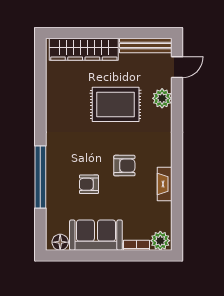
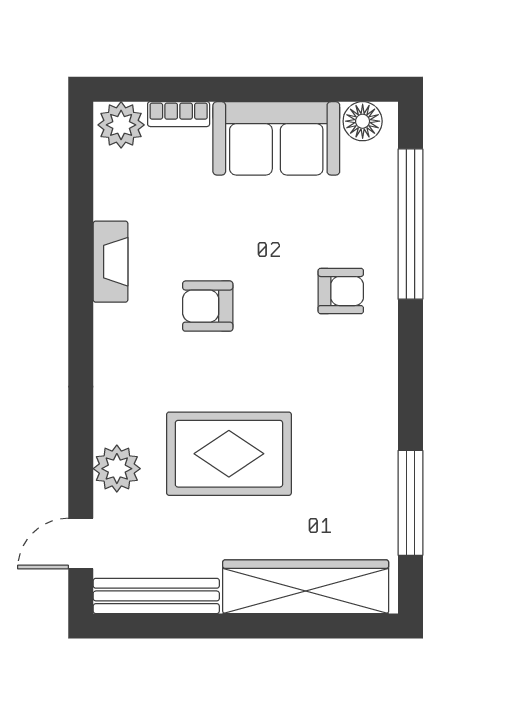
window: (40, 84) -> (410, 503), added
window: (40, 177) -> (410, 224), moved
armchair: (89, 184) -> (341, 291), moved

